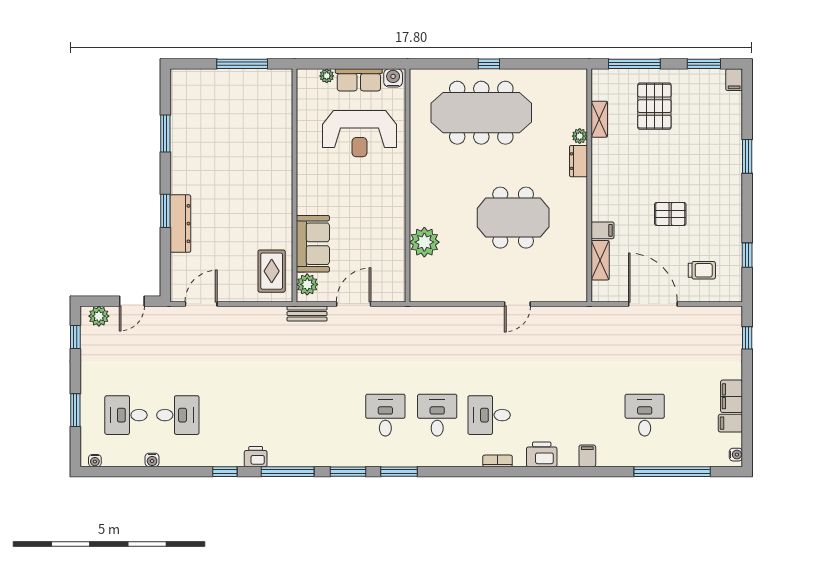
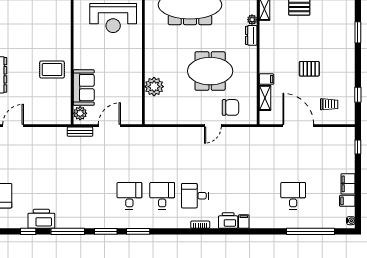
rug: (272, 271) -> (52, 70), moved, turned 90
chair: (545, 275) -> (231, 107), added
filing cabinet: (587, 456) -> (244, 221), moved
printer: (256, 457) -> (41, 219), width x1.87, depth x1.48

